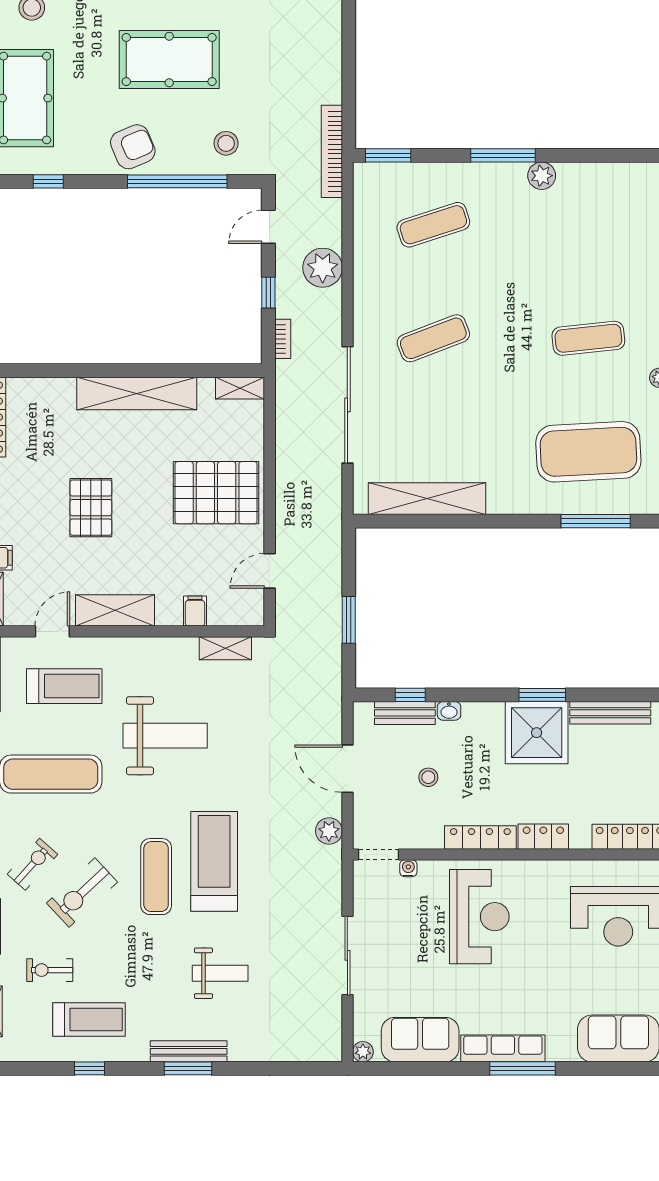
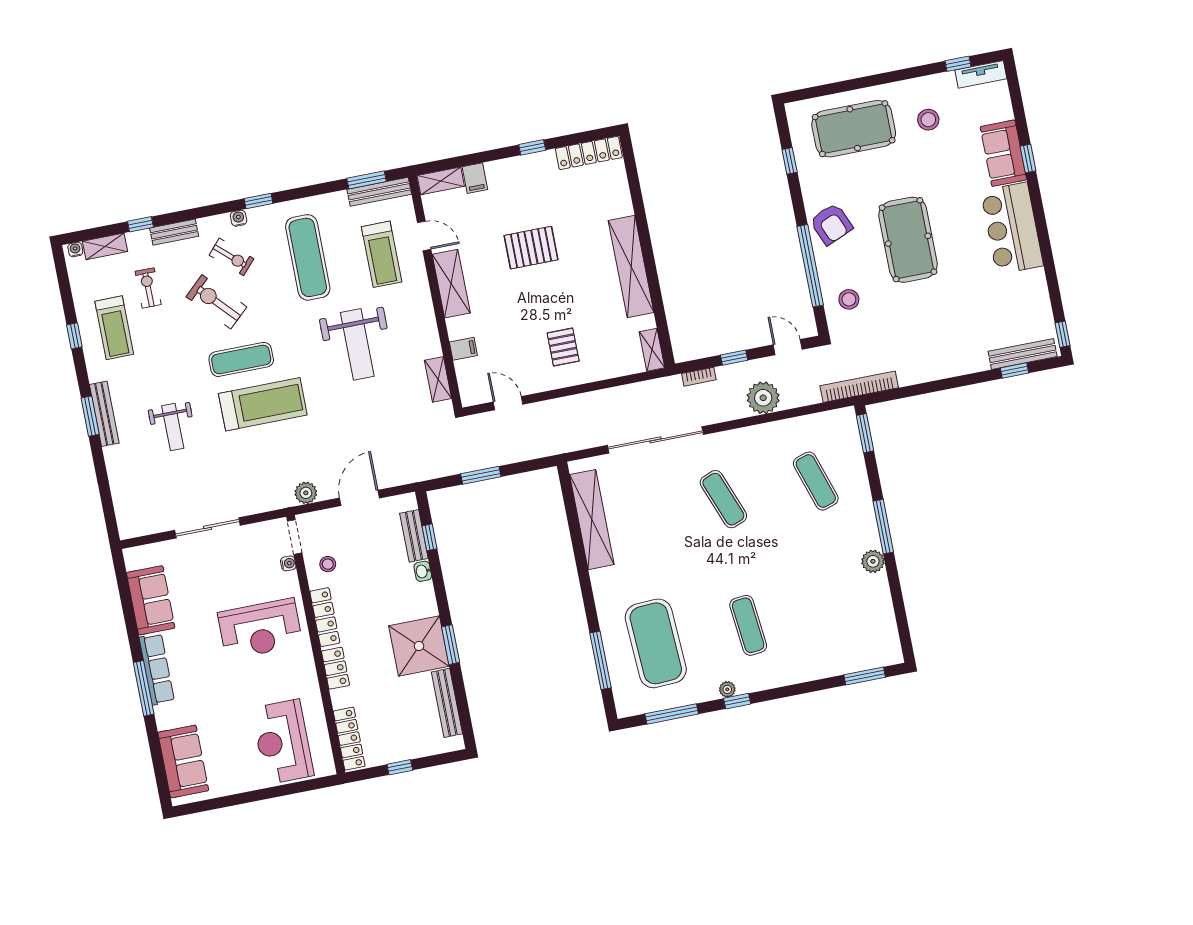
pallet: (216, 493) -> (563, 347), width x0.49, depth x0.50
stool: (428, 777) -> (328, 564), moved
plant: (363, 1052) -> (132, 556), removed

